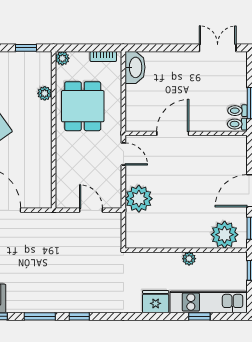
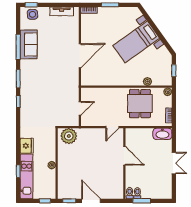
double door: (218, 48) -> (174, 163), moved
dining table: (83, 106) -> (140, 104), turned 90
plant: (139, 199) -> (69, 136), moved
plant: (225, 235) -> (66, 186), removed

